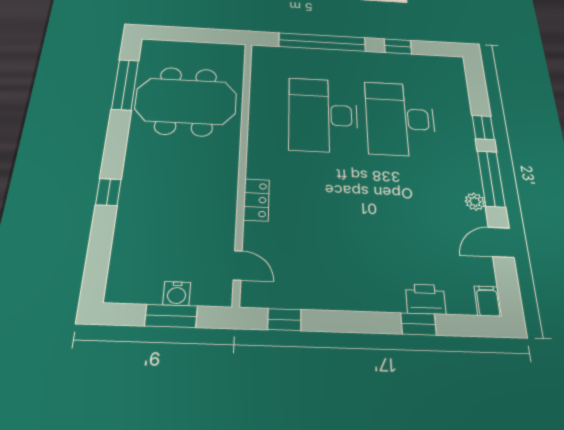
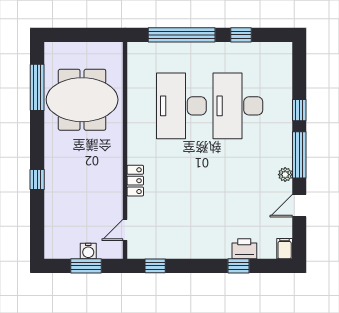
door: (238, 265) -> (125, 230), swing flipped

